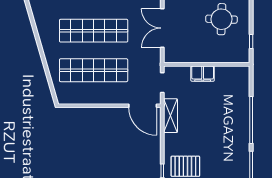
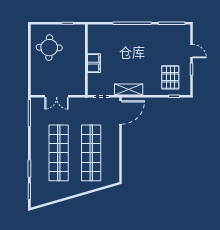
double door: (162, 28) -> (57, 96), width x0.73

